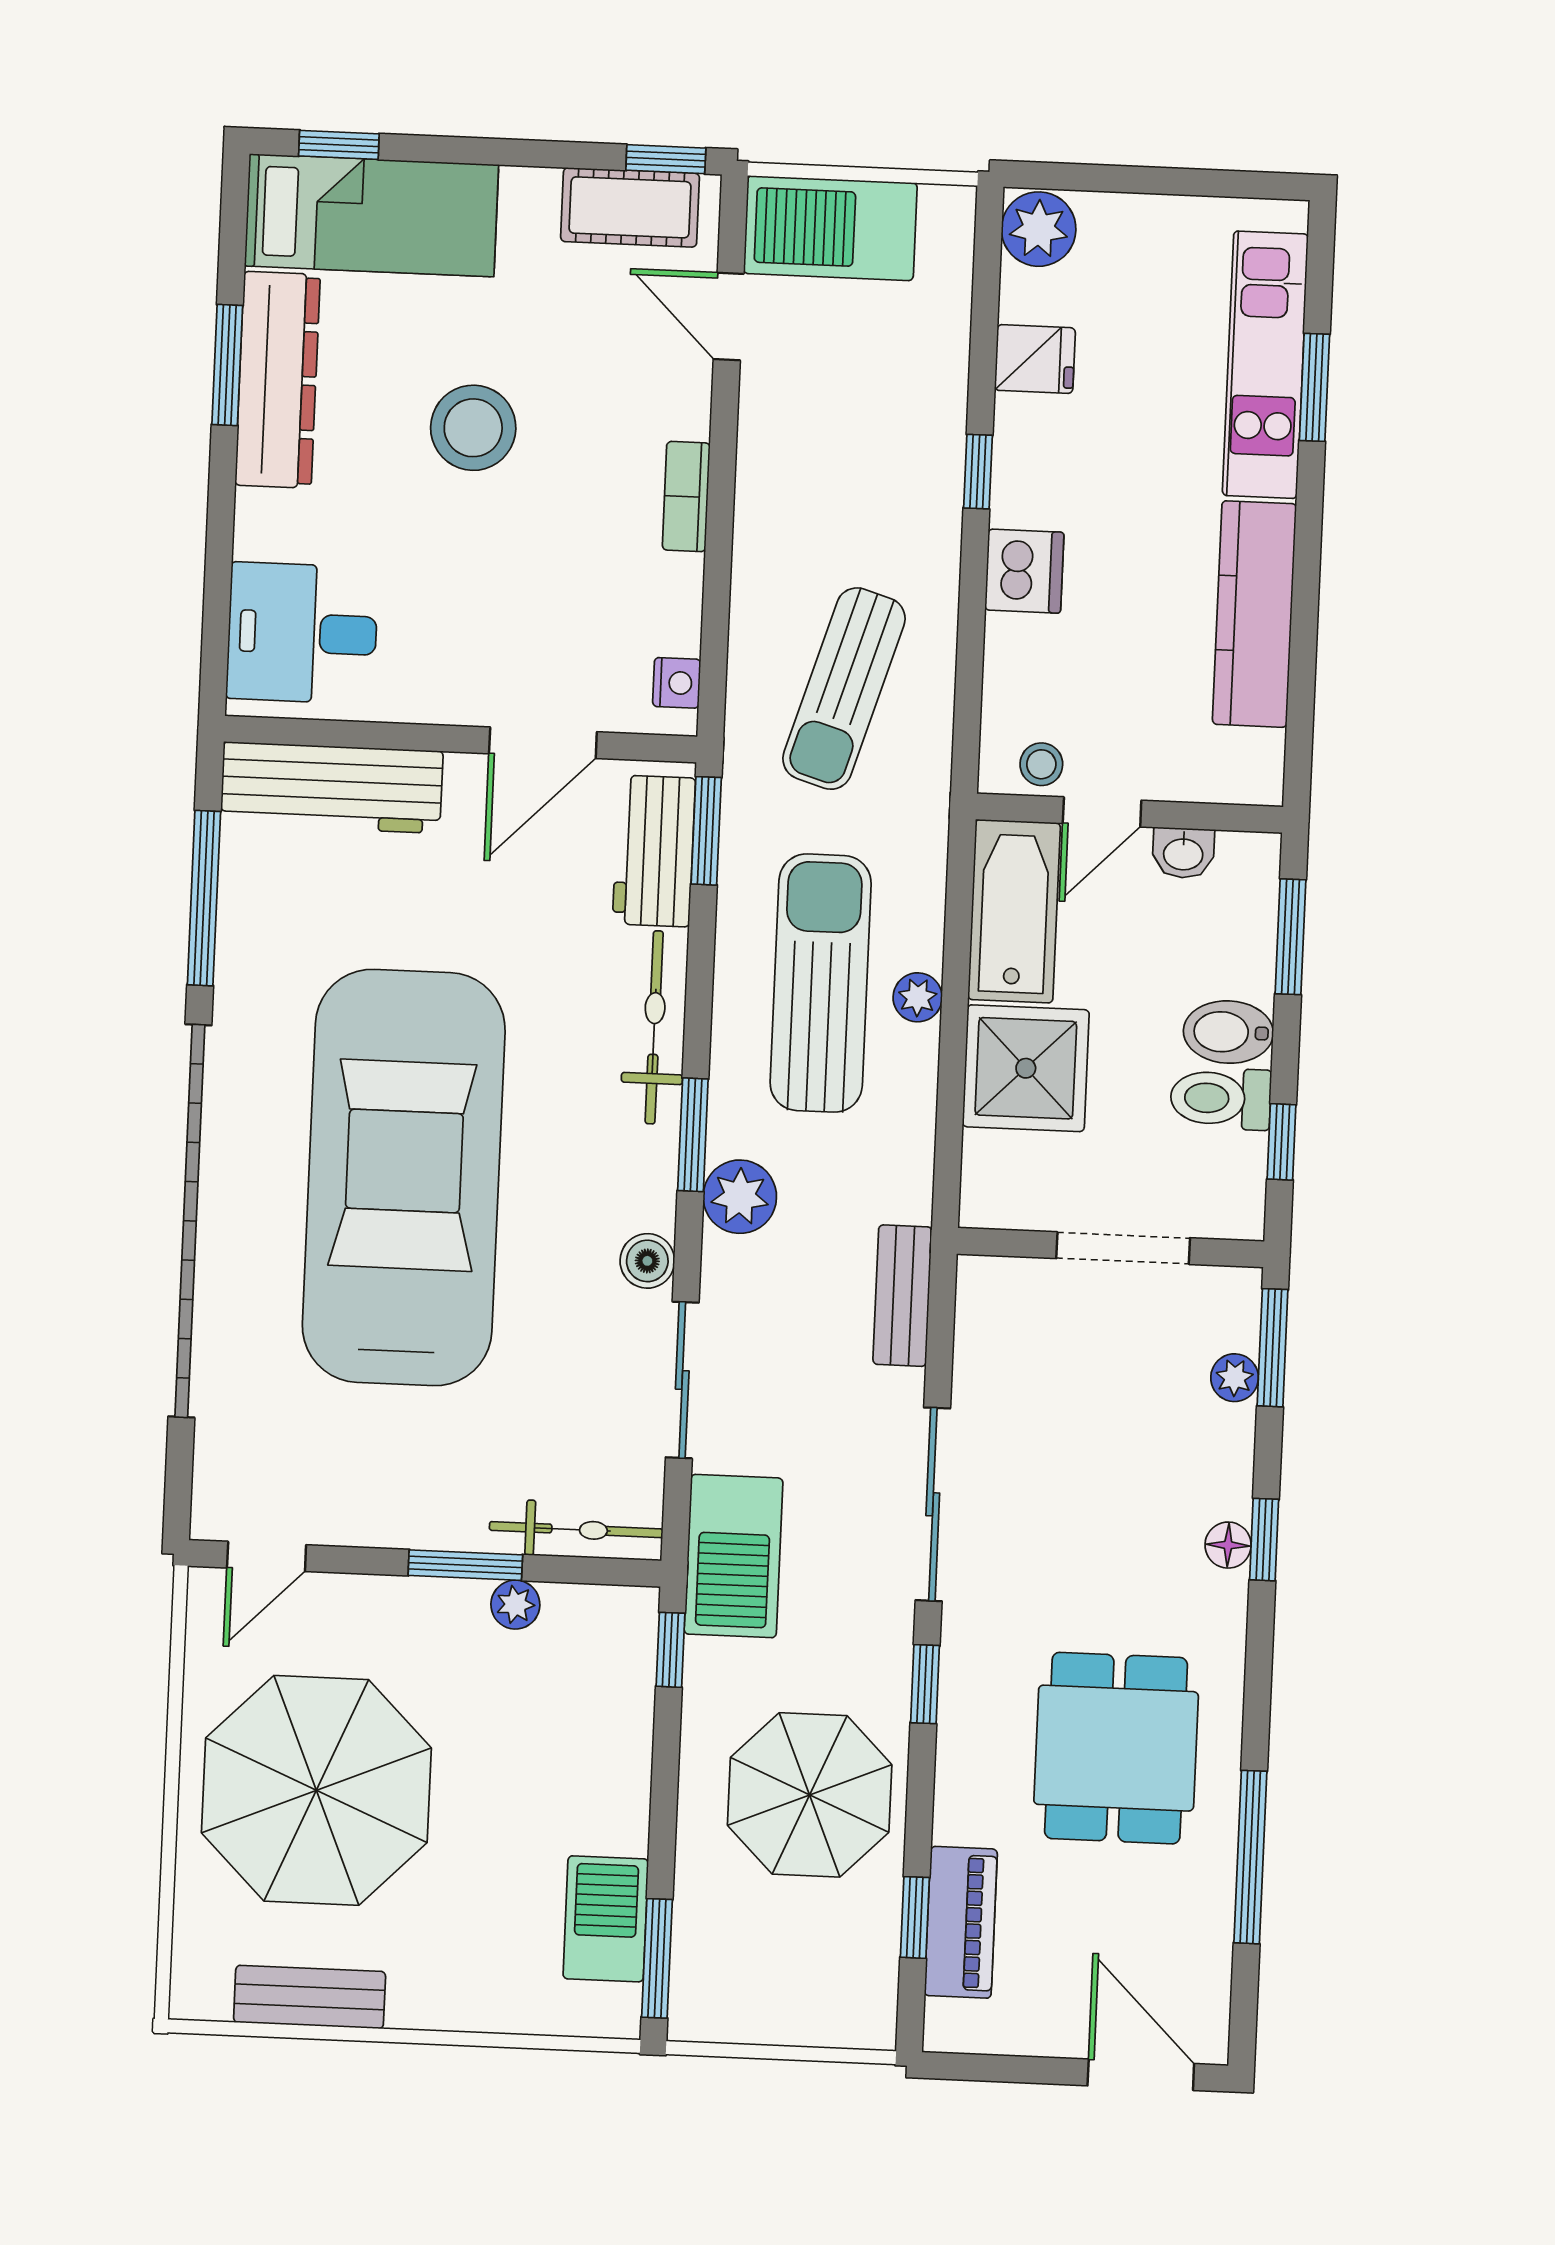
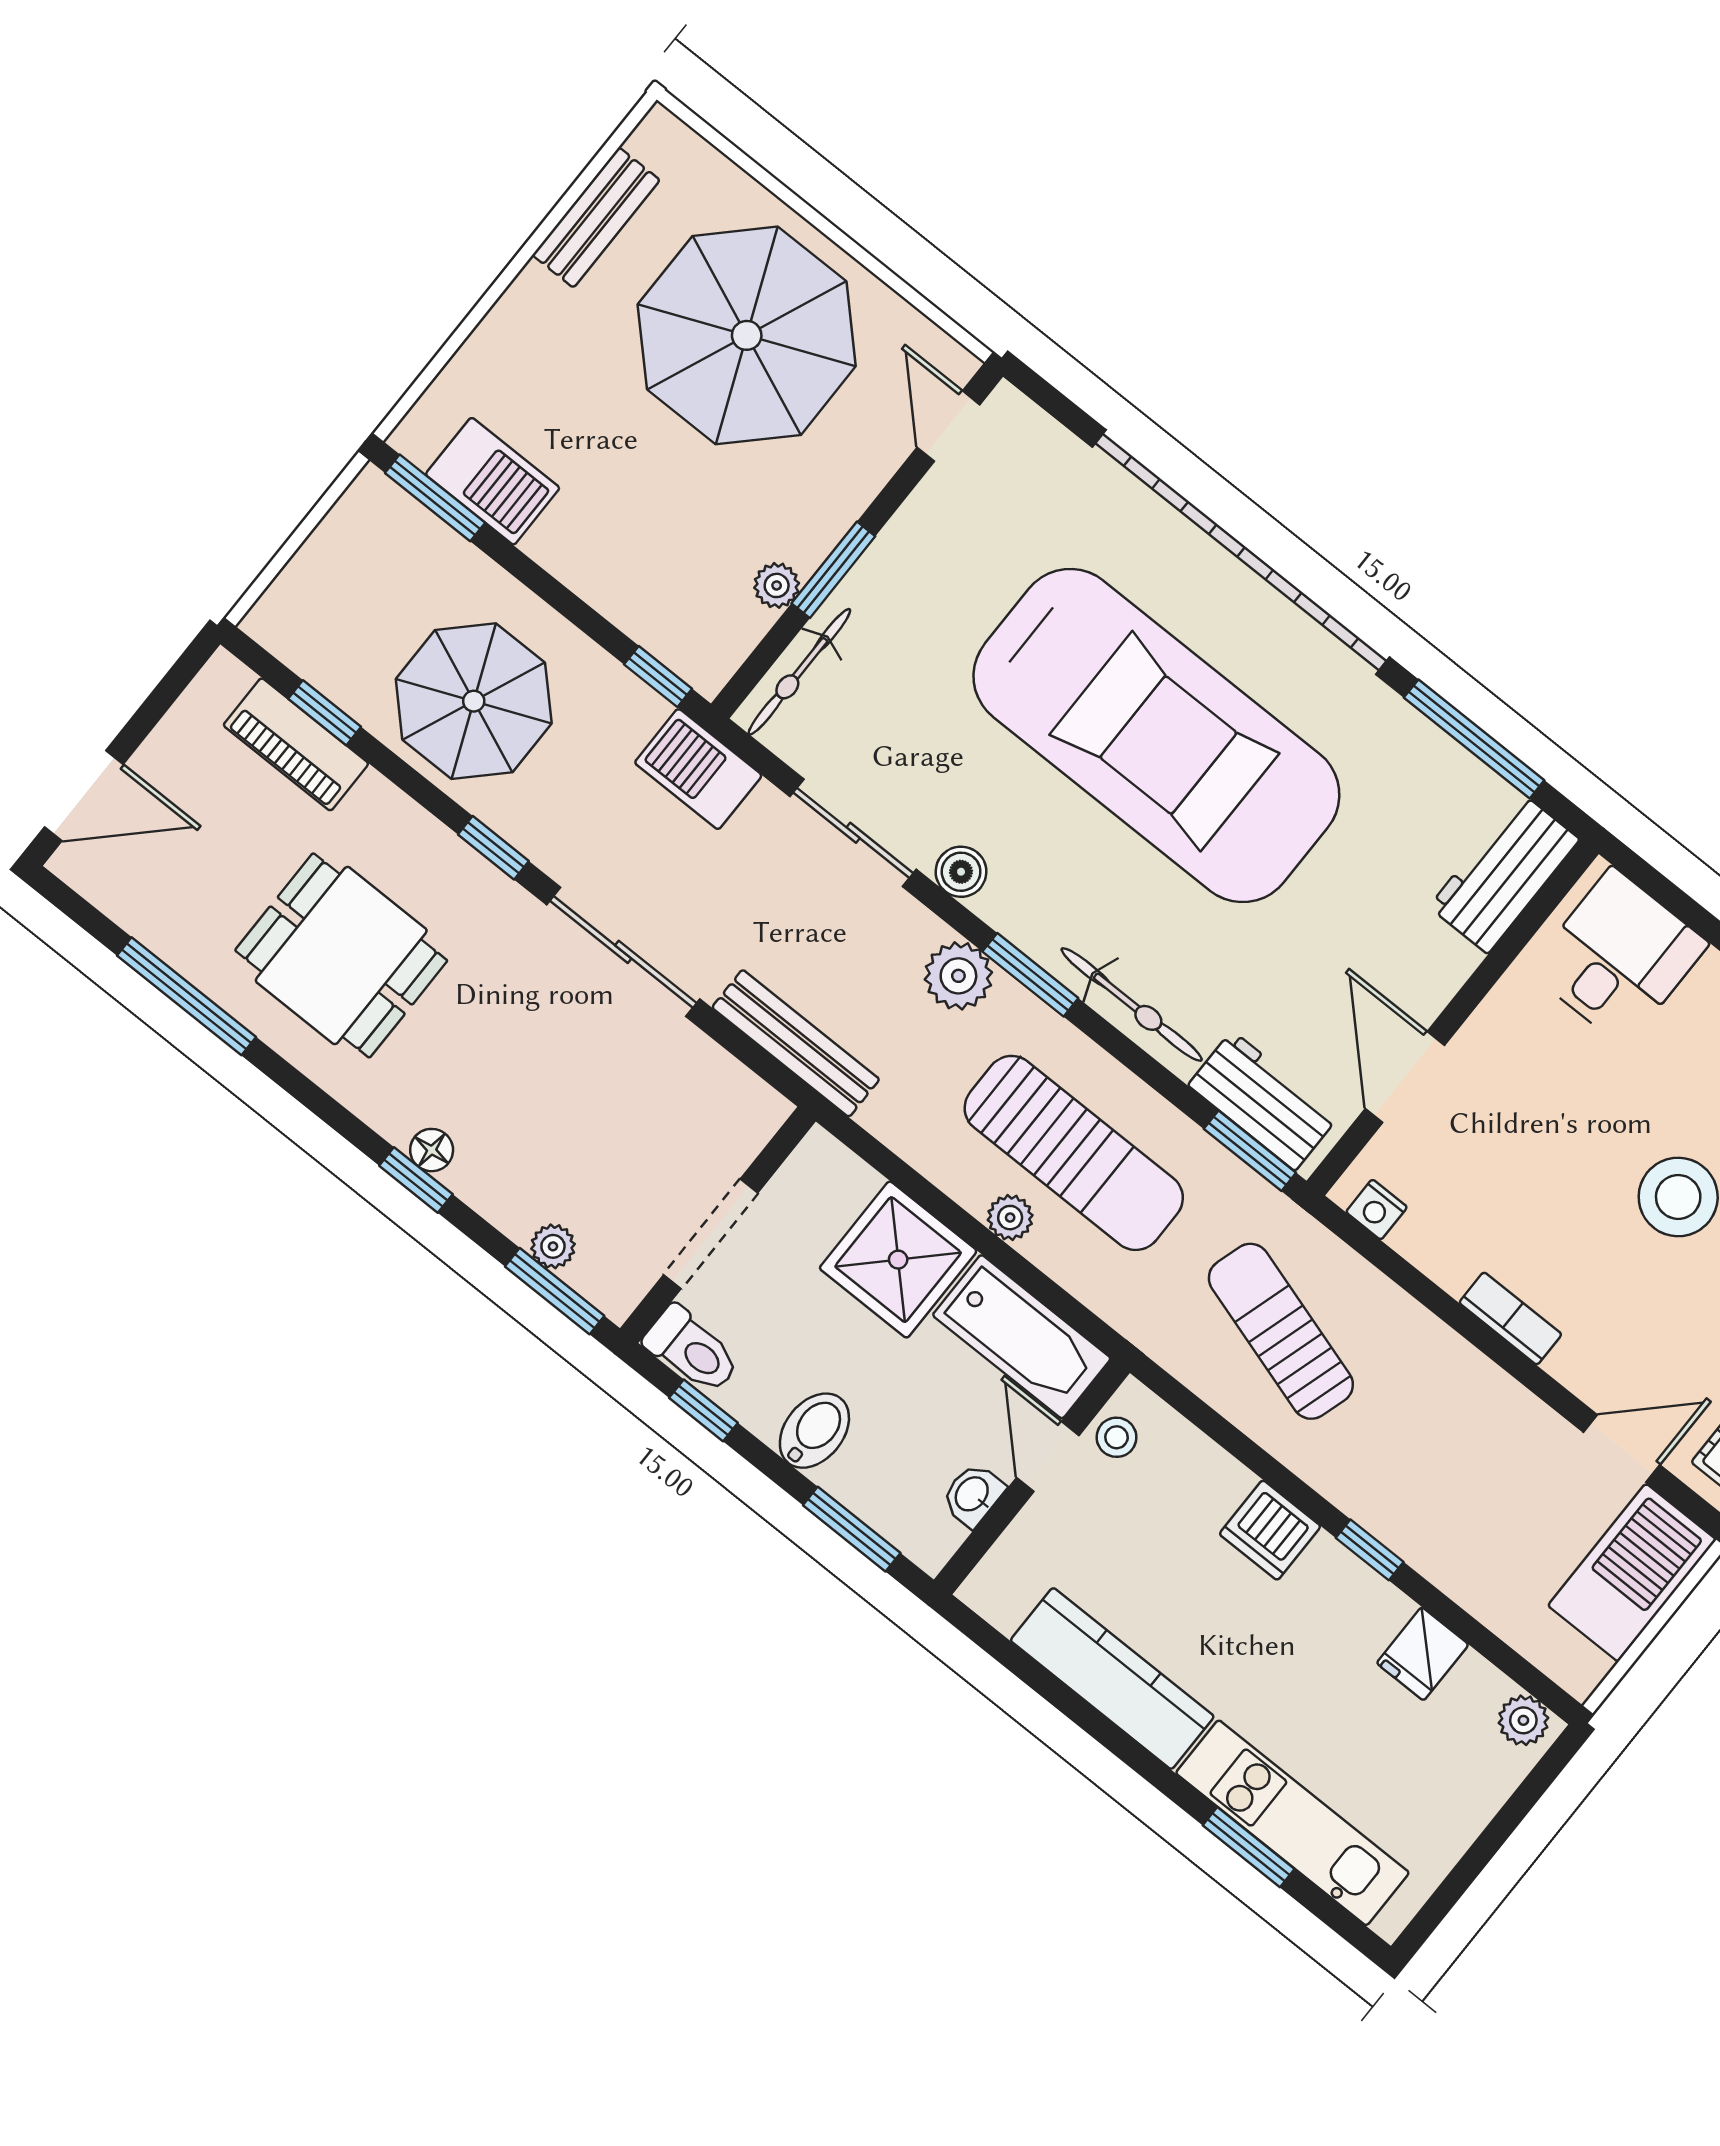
plant: (1039, 229) -> (1523, 1720), width x0.73, depth x0.73
workbench: (332, 788) -> (1504, 873), width x0.73
toilet: (1221, 1098) -> (692, 1350), moved, turned 90
bench: (902, 1296) -> (796, 1043), width x1.36
barbecue: (734, 1556) -> (698, 769), width x0.73, depth x0.83

